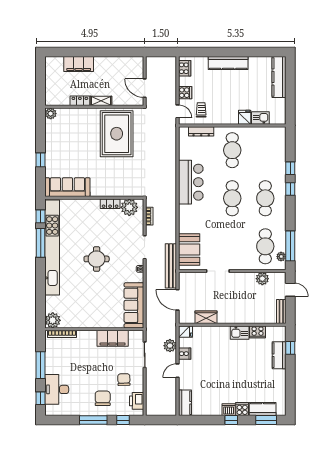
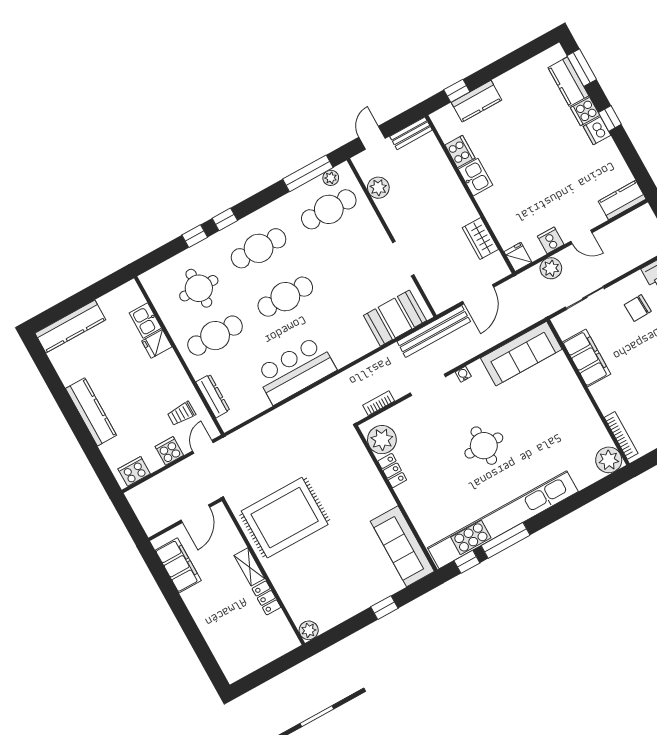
filing cabinet: (79, 64) -> (178, 565), moved
round table: (262, 155) -> (199, 288), added

